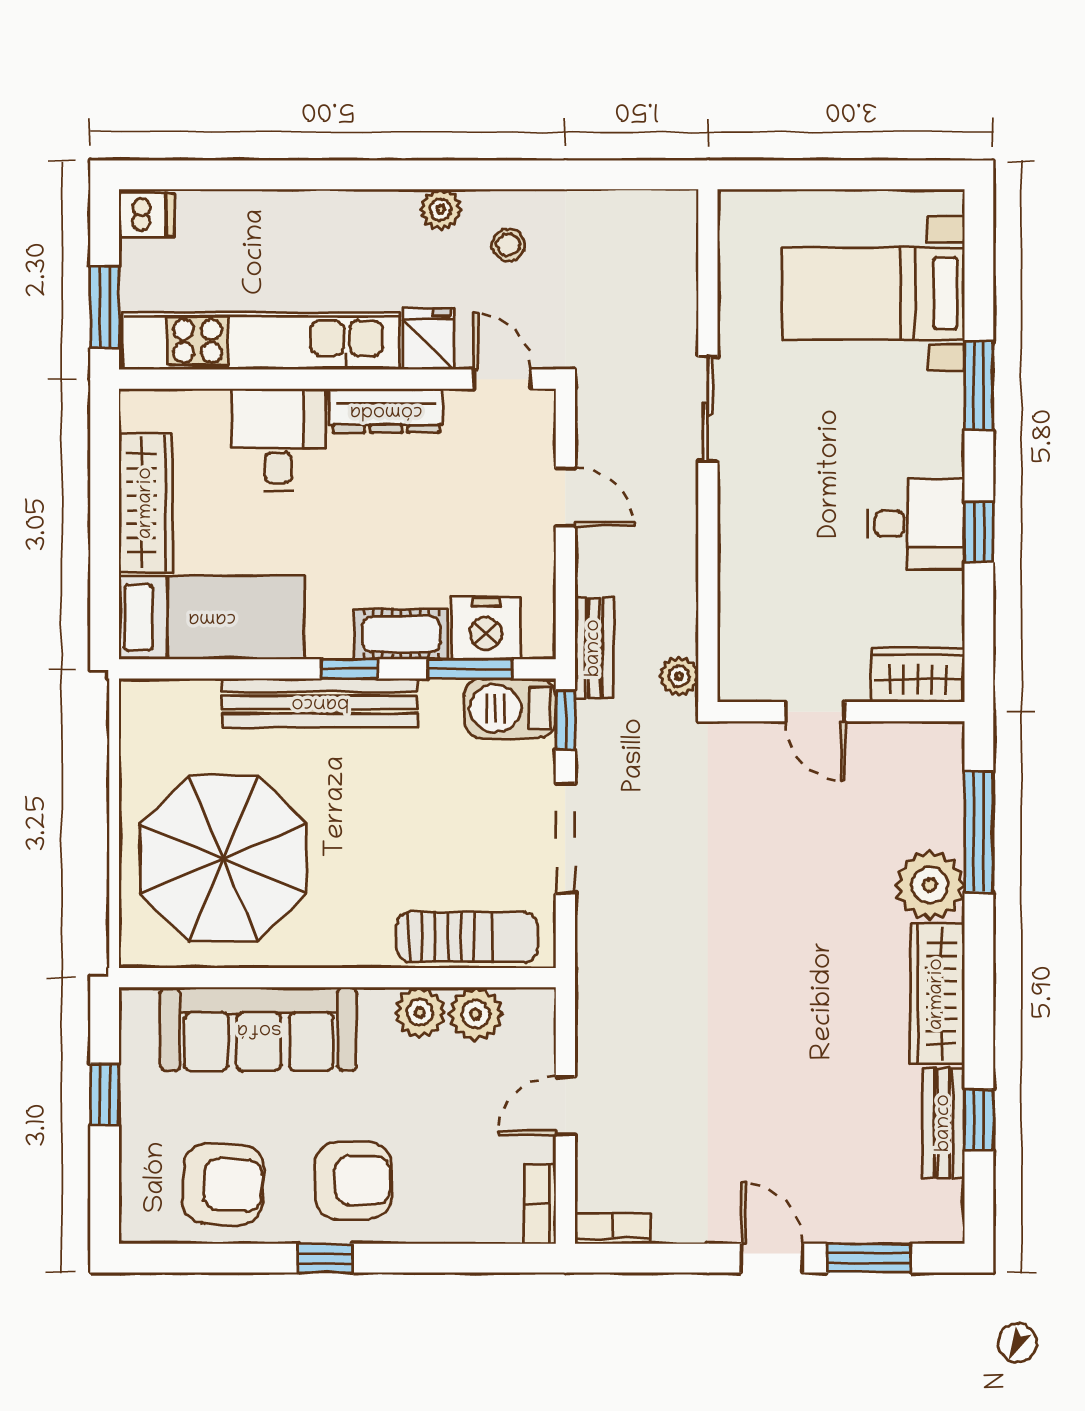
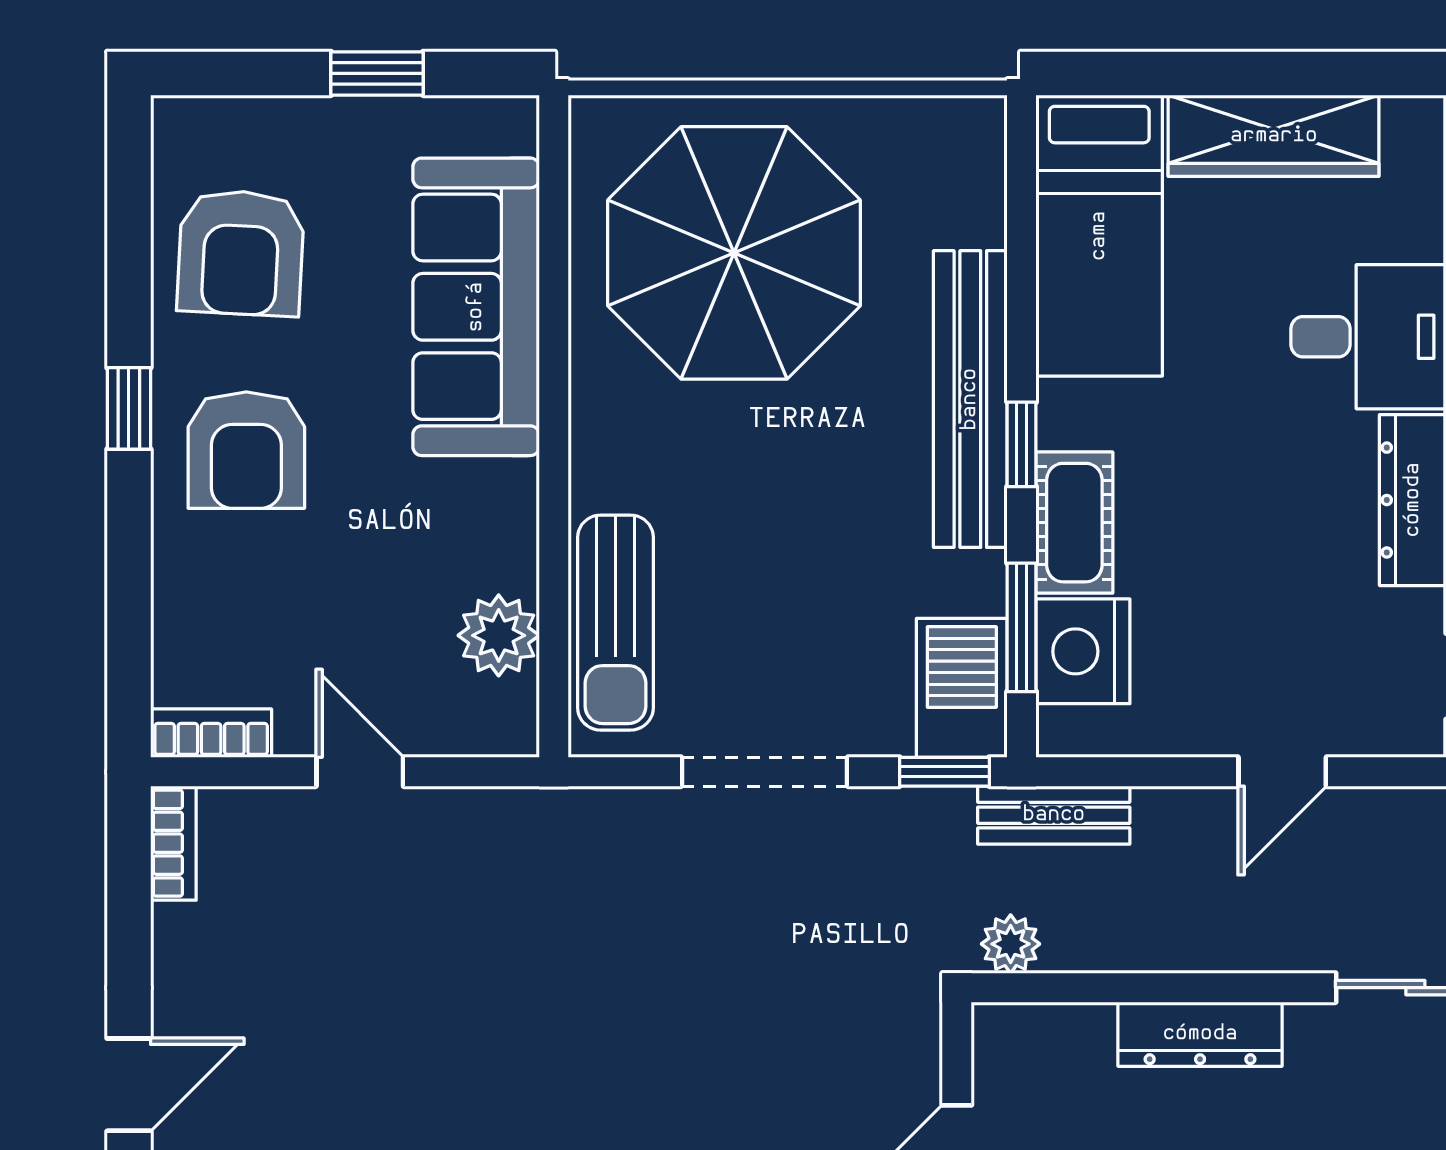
dresser: (739, 551) -> (1200, 1034), added
plant: (420, 1012) -> (501, 551), removed

